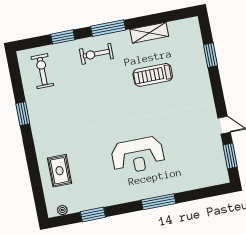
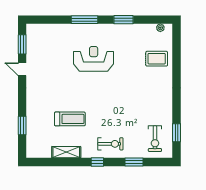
window: (108, 28) -> (97, 162), width x0.46
window: (23, 114) -> (177, 133), moved
rug: (60, 171) -> (157, 59), turned 90
window: (93, 214) -> (123, 20), moved

